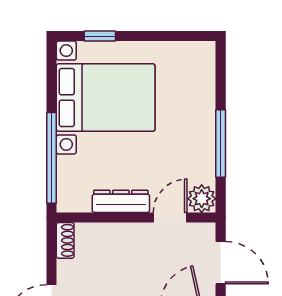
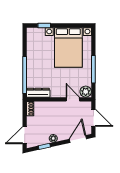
bed with nightstands: (106, 98) -> (68, 48), moved, turned 90
dresser: (121, 201) -> (38, 93), moved
door: (170, 217) -> (73, 99), hinge flipped

